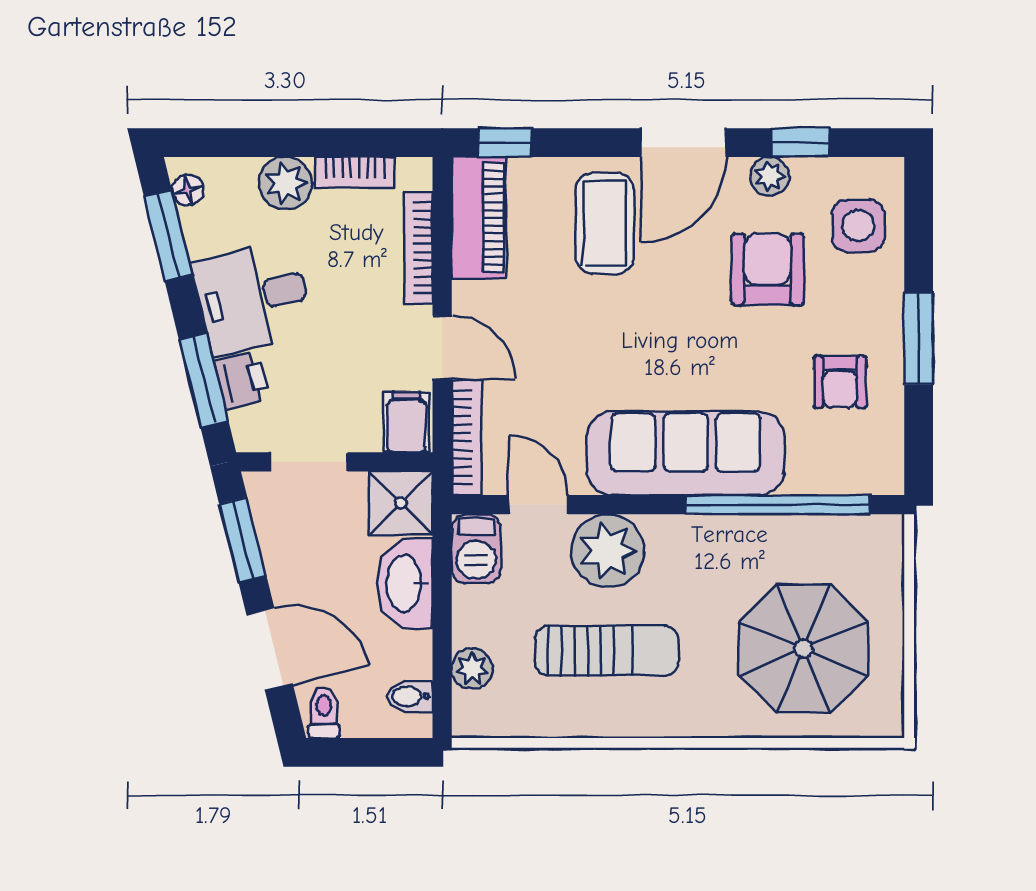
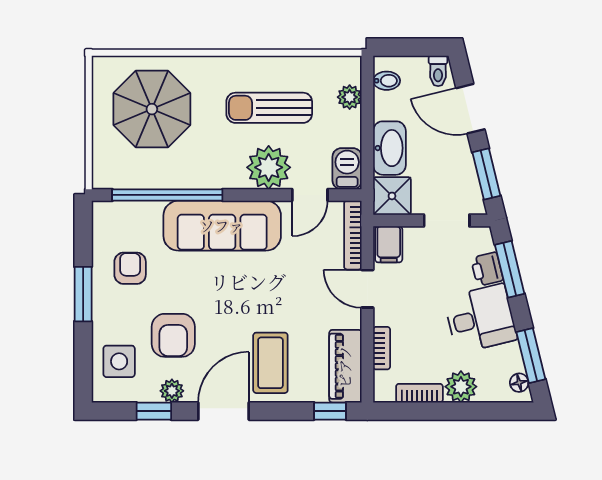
bookcase: (418, 248) -> (382, 348), width x0.64
door: (539, 505) -> (310, 195), hinge flipped

